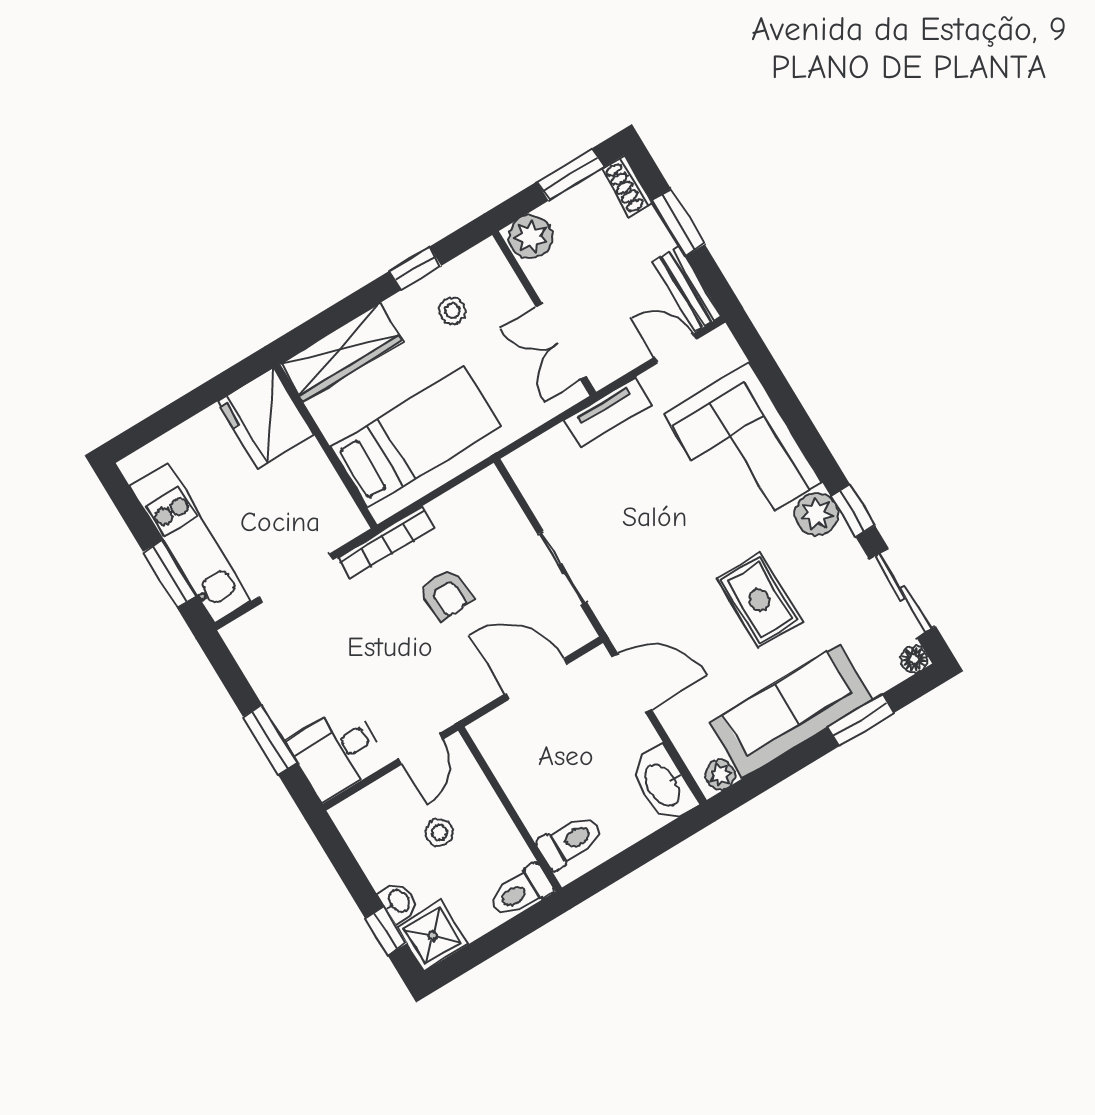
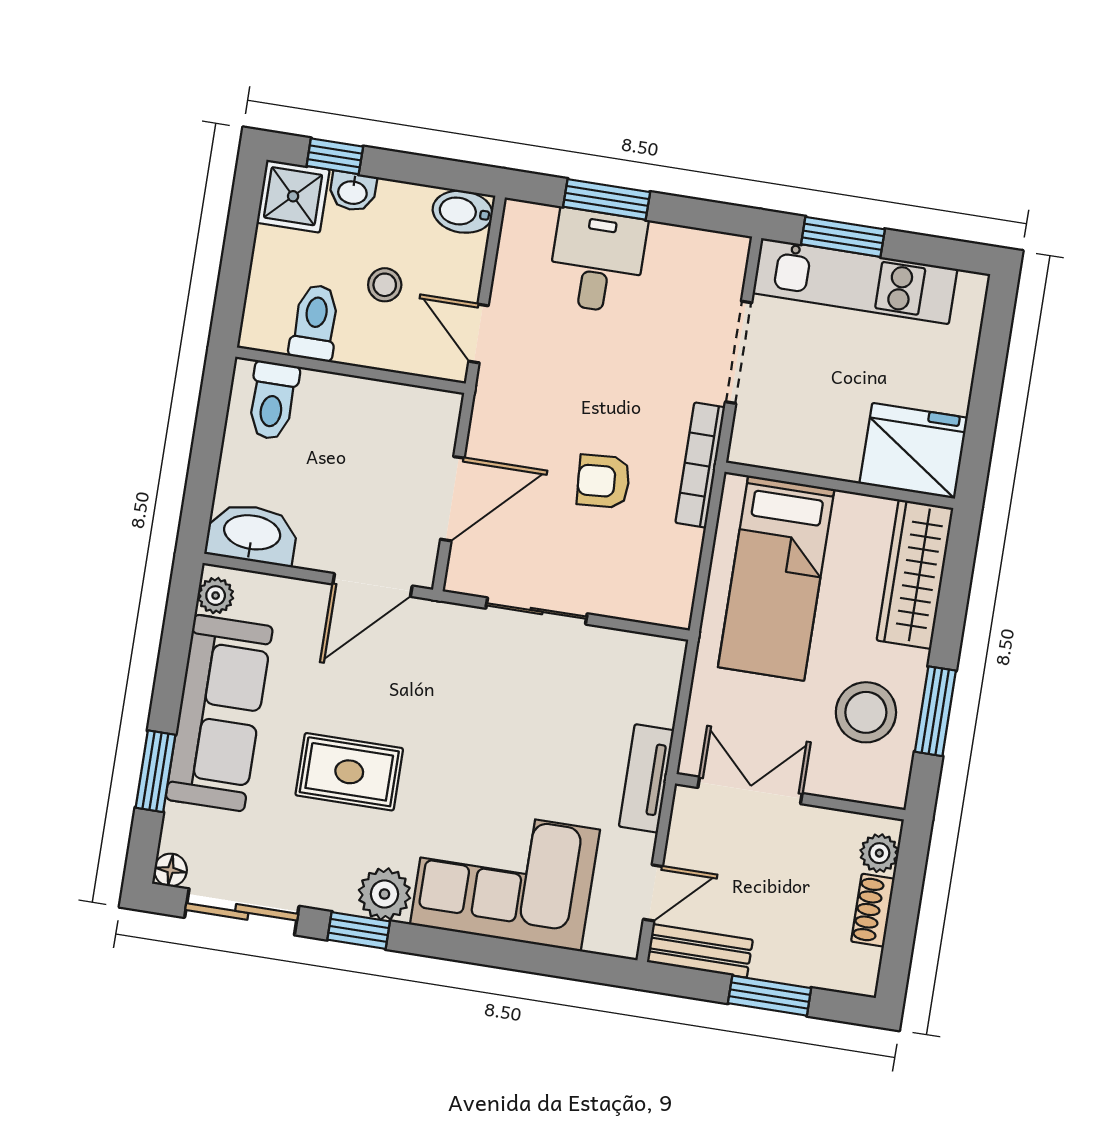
window: (570, 174) -> (900, 932), removed
shoe rack: (627, 186) -> (873, 910), moved, turned -90
plant: (530, 237) -> (879, 853), width x0.73, depth x0.73
window: (415, 268) -> (935, 711), width x1.50
stool: (452, 311) -> (866, 712), width x1.89, depth x1.89
desk: (337, 752) -> (597, 261), moved
bidet: (353, 823) -> (463, 212), added
toilet: (521, 891) -> (315, 322), moved

